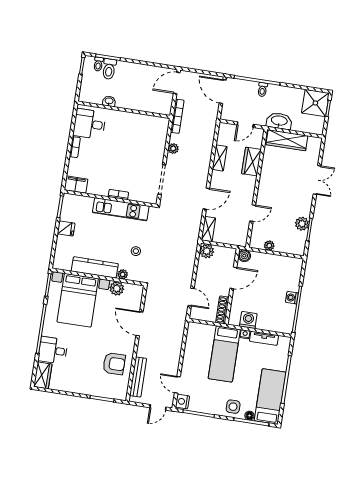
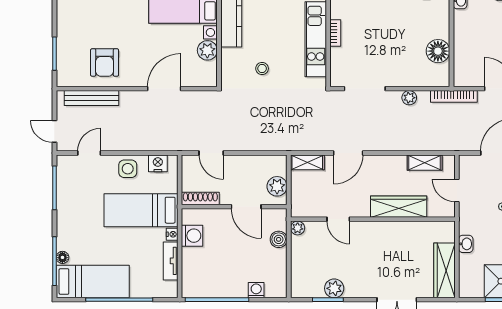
washbasin: (279, 121) -> (466, 244), width x0.52, depth x0.69
floor lamp: (143, 123) -> (438, 51), added
wardrobe: (287, 140) -> (444, 270), moved
shelving: (220, 158) -> (425, 163), moved
wardrobe: (251, 162) -> (399, 207), width x1.50
door: (206, 199) -> (348, 153), hinge flipped
plant: (269, 246) -> (298, 228), moved
plant: (207, 251) -> (277, 186), moved
boiler: (244, 256) -> (279, 239), moved
plant: (123, 274) -> (228, 55), removed
door: (191, 297) -> (211, 153), hinge flipped
washing machine: (292, 298) -> (256, 290), moved
nightstand: (182, 402) -> (158, 163), moved
side table: (233, 407) -> (128, 169), moved

